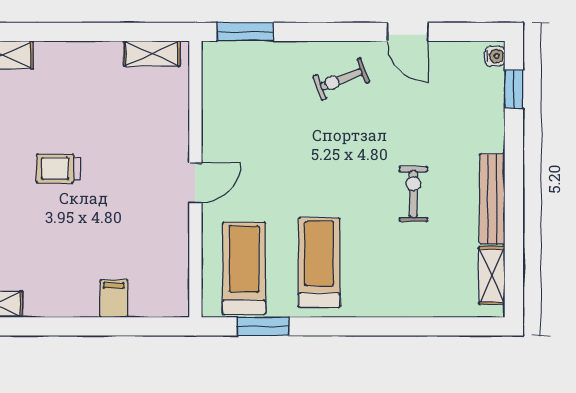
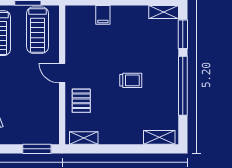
pallet: (157, 128) -> (81, 101), added
door: (195, 183) -> (62, 73), hinge flipped

